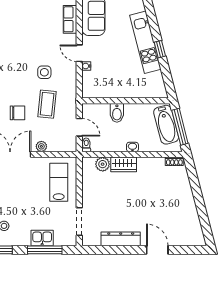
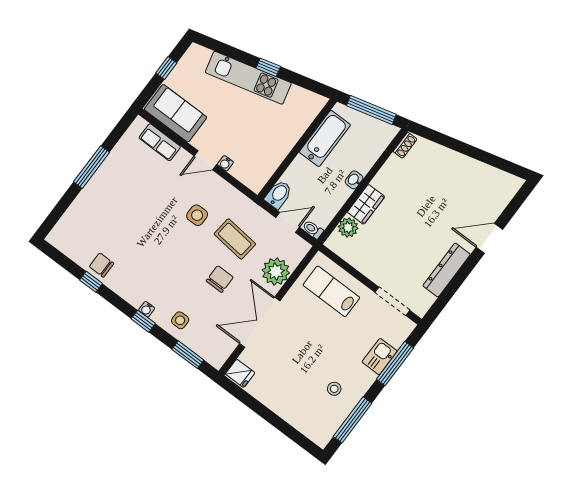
bidet: (117, 113) -> (278, 194), moved, turned -90
bathtub: (166, 125) -> (325, 138), moved, turned -76
plant: (41, 146) -> (276, 272), width x1.87, depth x1.87

